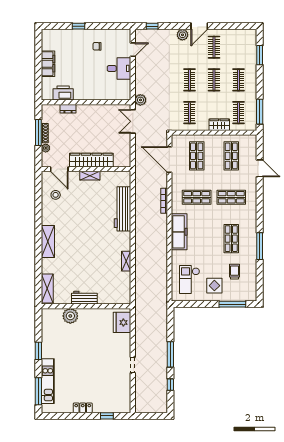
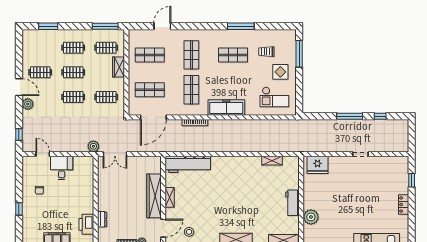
workbench: (123, 209) -> (188, 164), moved
shelving: (126, 261) -> (272, 161), moved

